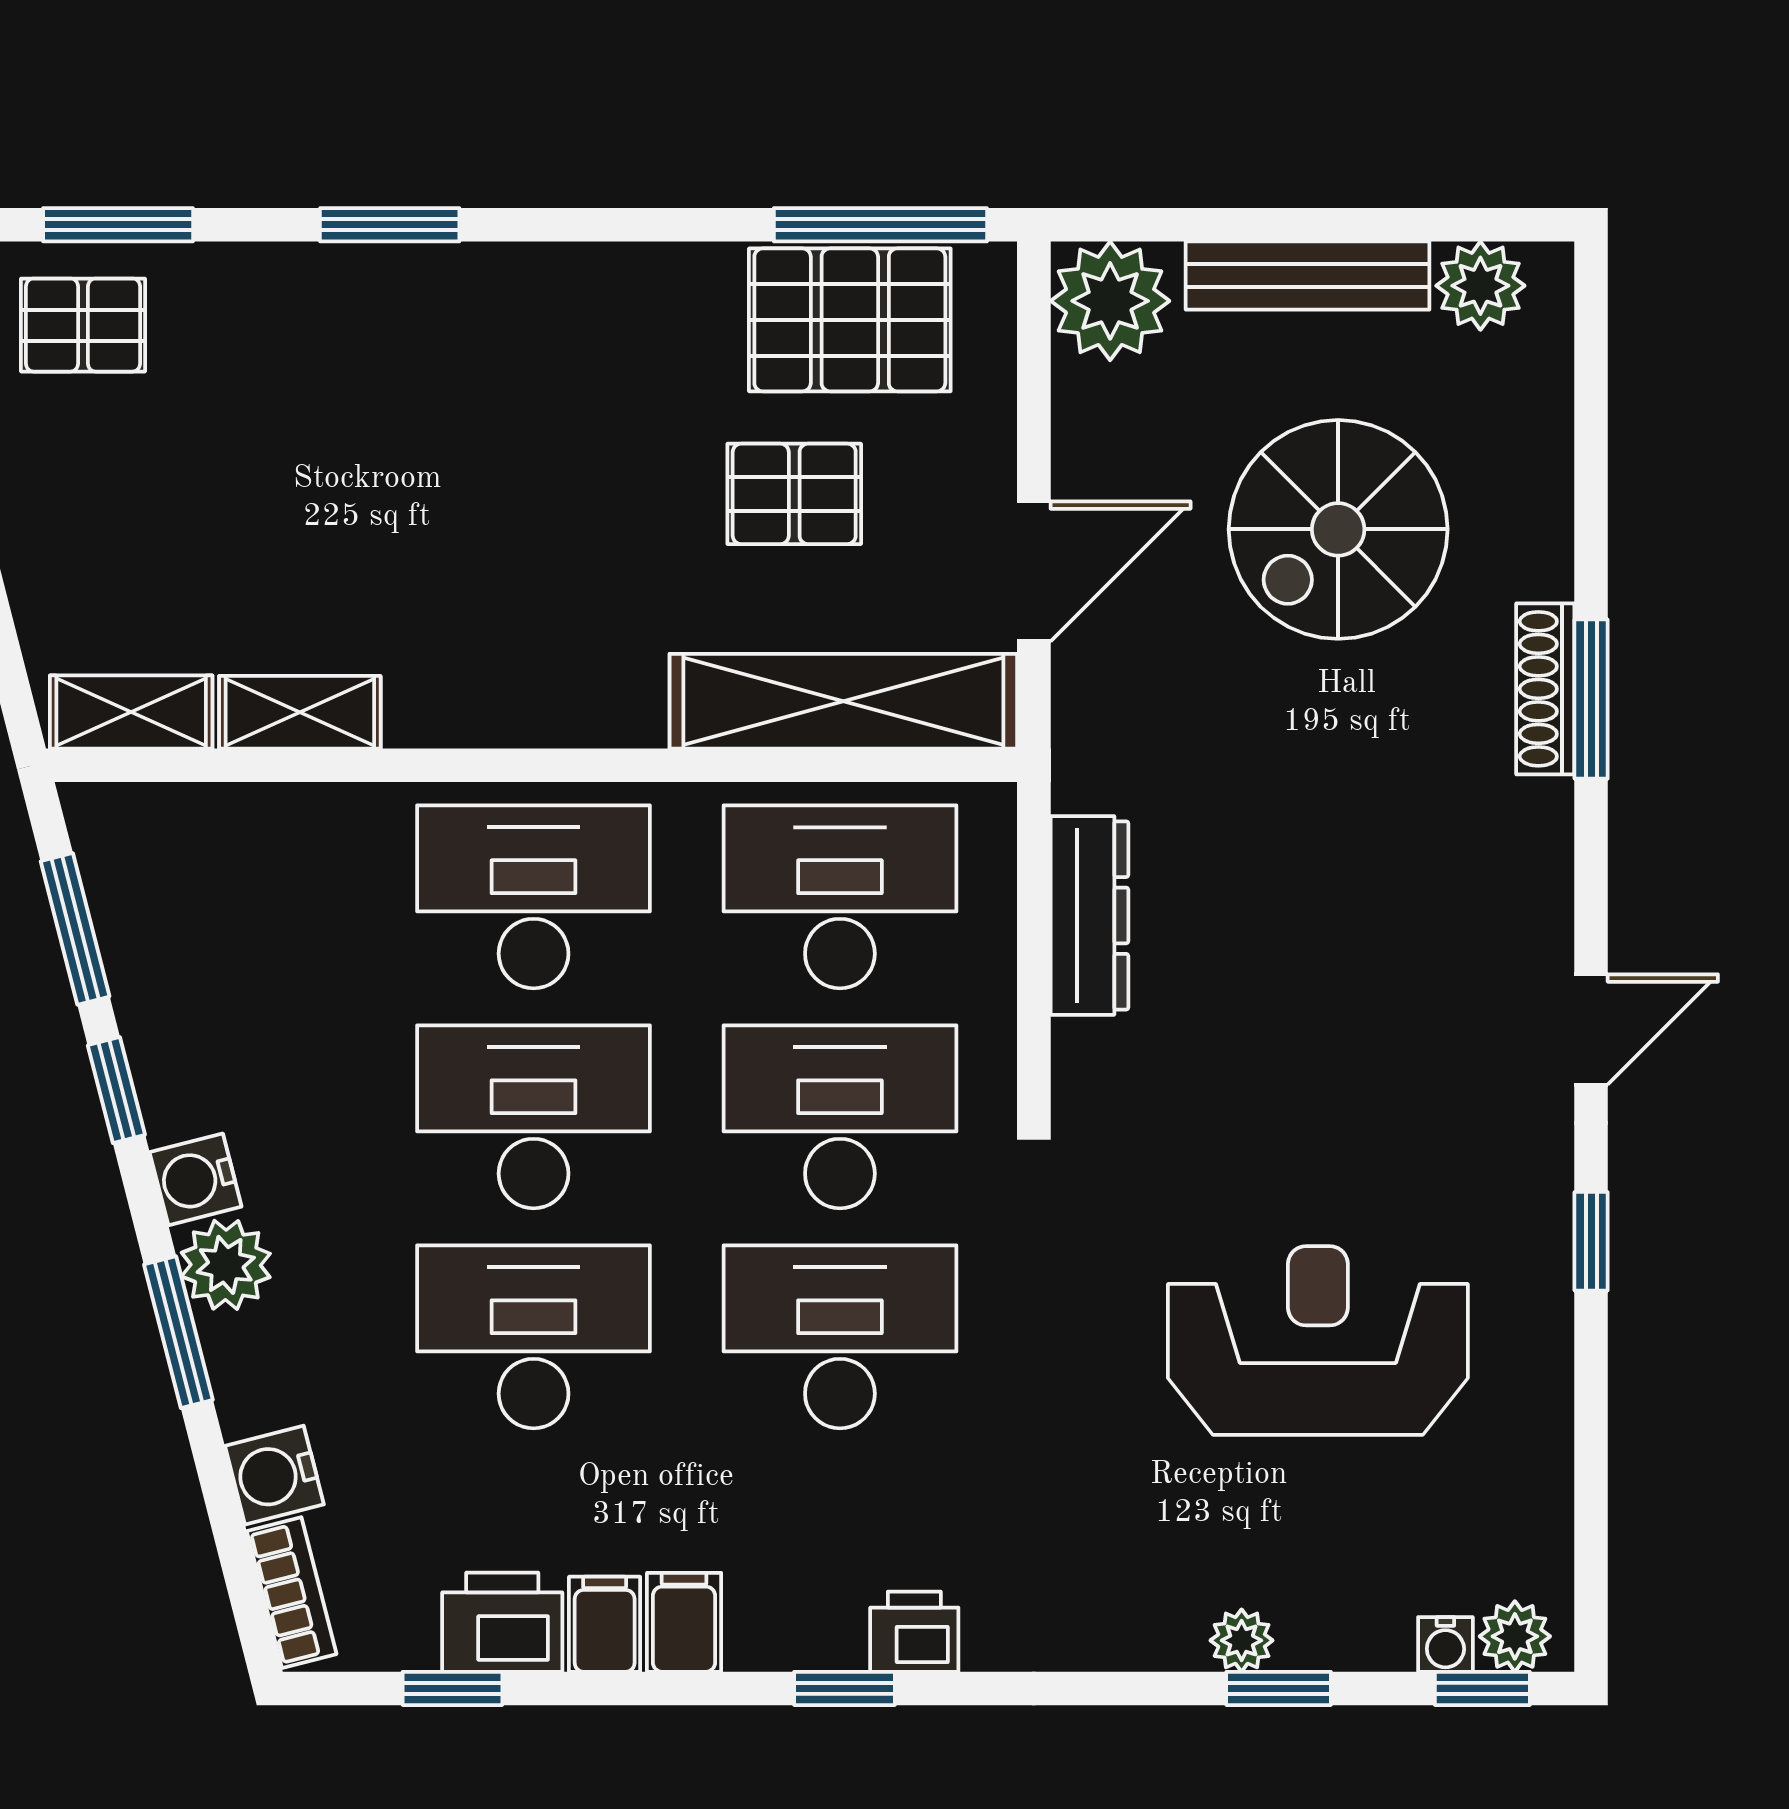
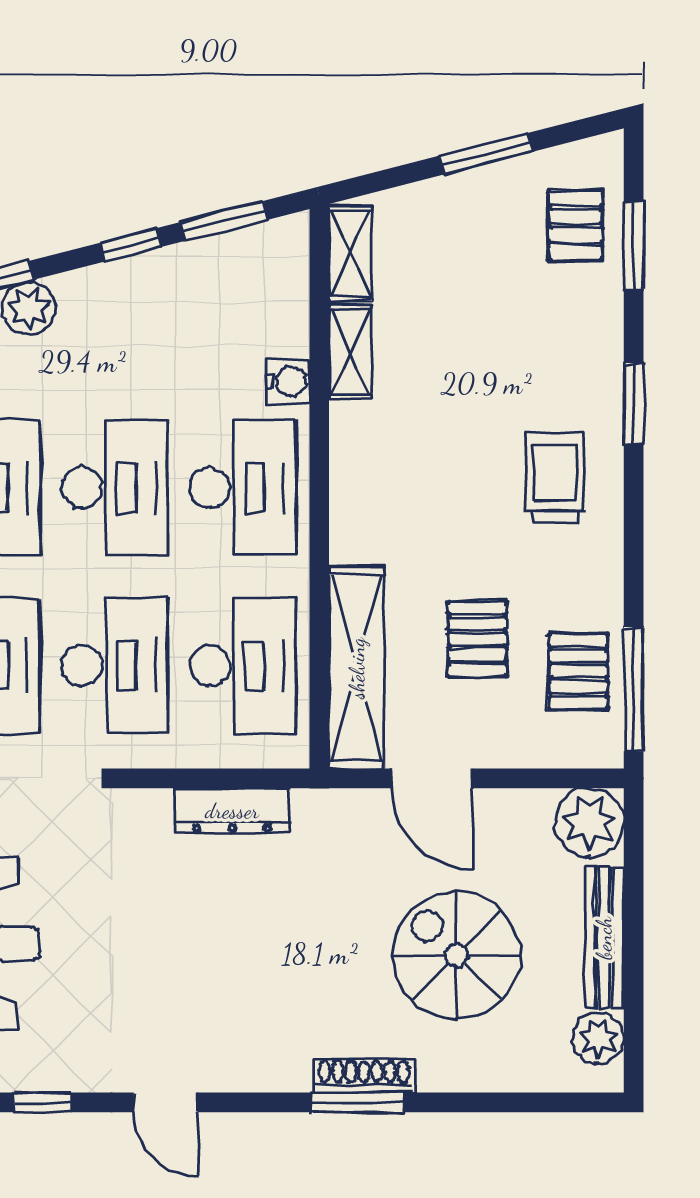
pallet: (850, 320) -> (578, 671), width x0.67, depth x0.71
trolley: (518, 360) -> (555, 478), added
water cooler: (196, 1179) -> (288, 381), moved, turned 104

